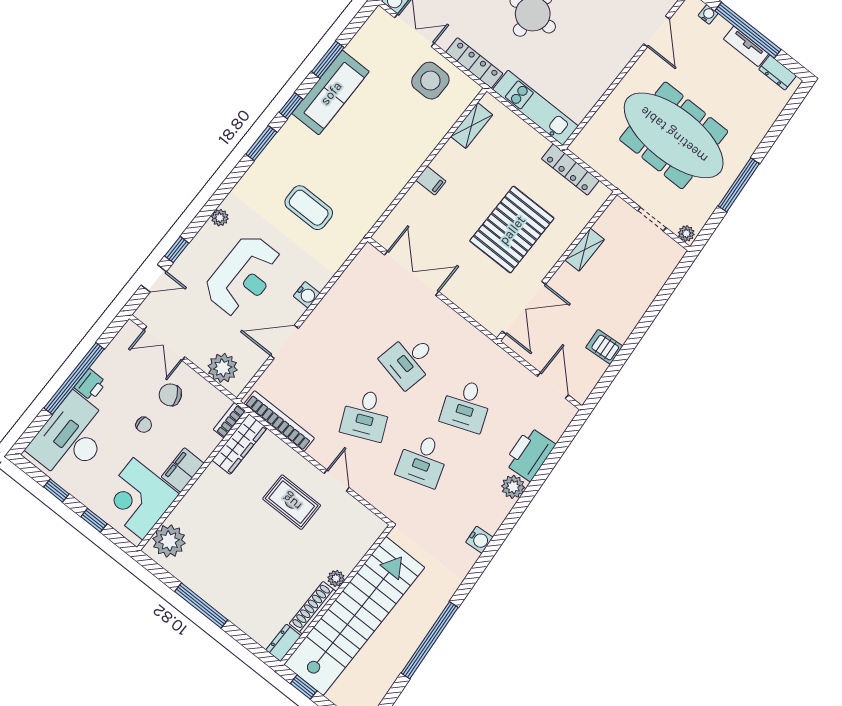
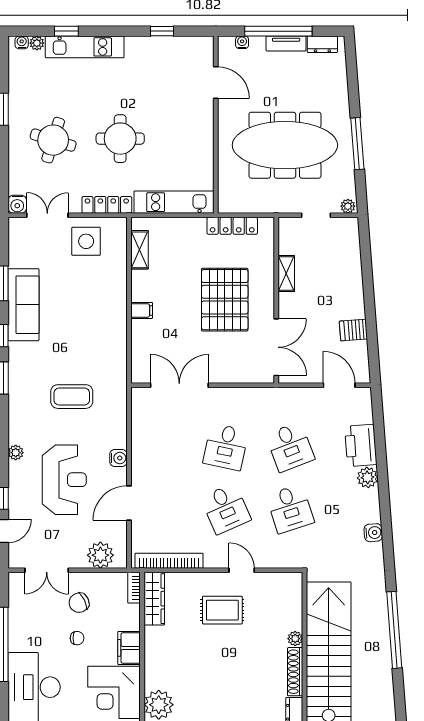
printer: (90, 385) -> (18, 640), removed

